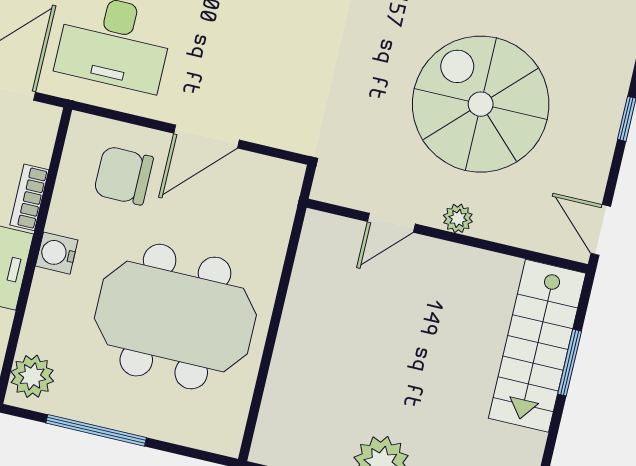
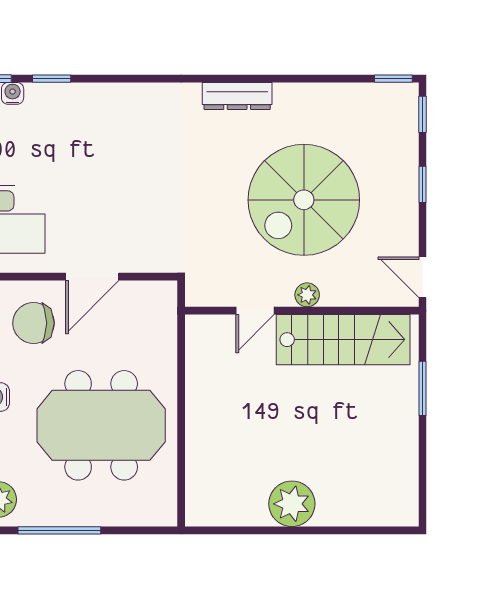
spiral stairs: (481, 104) -> (304, 200), turned -90
stairs: (537, 346) -> (343, 340), moved, turned -90

